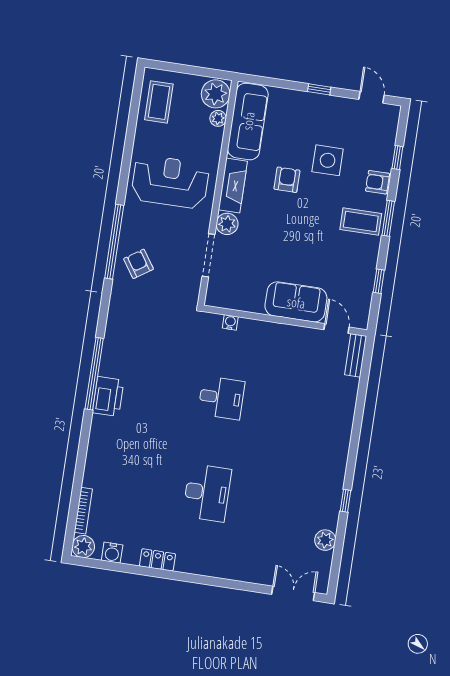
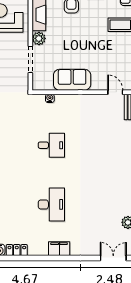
sofa: (296, 302) -> (72, 80), moved
locker: (157, 560) -> (17, 250), moved
filing cabinet: (209, 565) -> (59, 249), added

